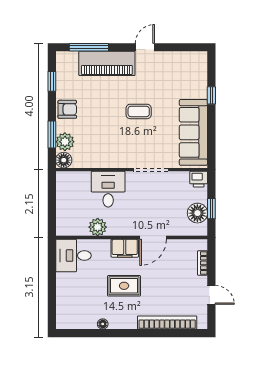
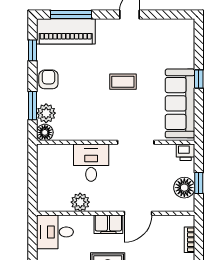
piano: (107, 63) -> (66, 31), moved
window: (211, 95) -> (199, 79), moved
armchair: (67, 109) -> (48, 79), turned -90

